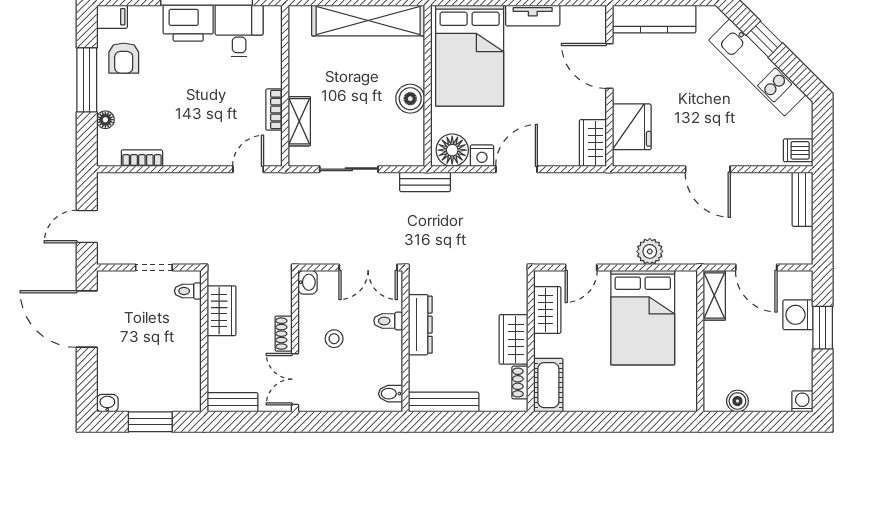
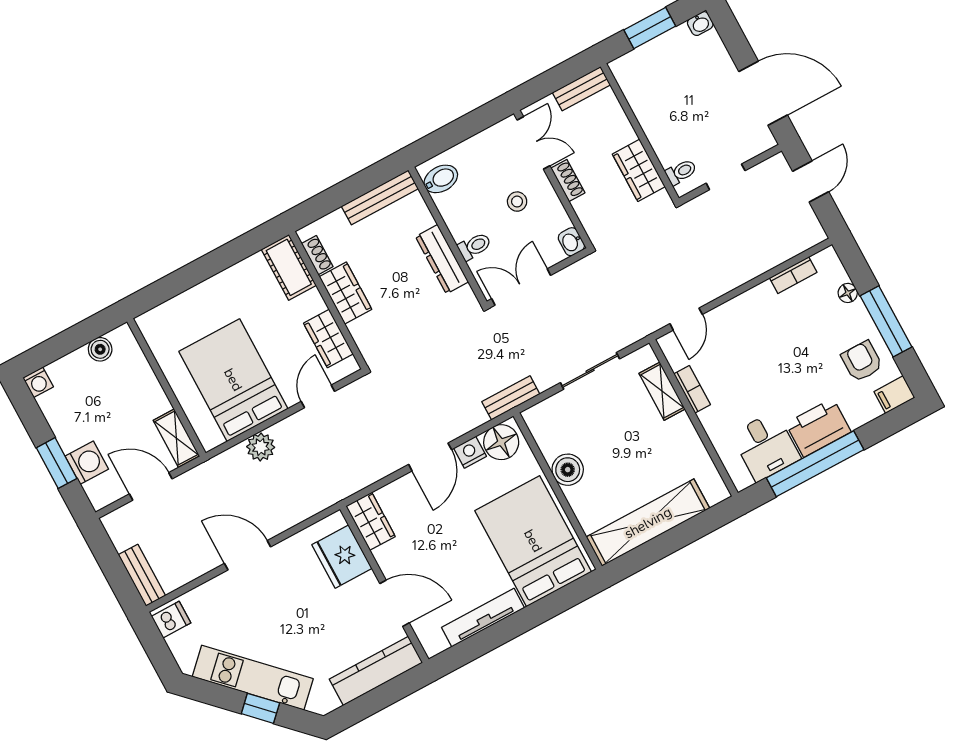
tv unit: (533, 15) -> (483, 618), width x1.41
bidet: (390, 394) -> (441, 179), width x1.38, depth x1.36

